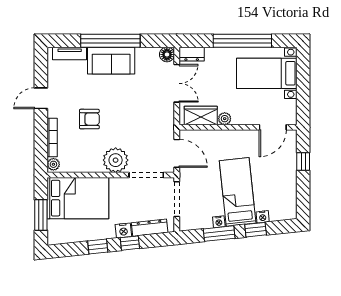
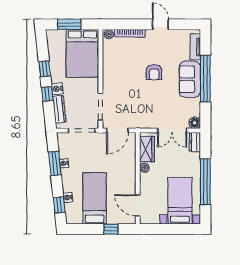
armchair: (89, 119) -> (154, 72), moved
plant: (116, 160) -> (112, 83), removed
bed: (238, 192) -> (95, 198), moved, turned -84
window: (256, 230) -> (59, 205), moved

